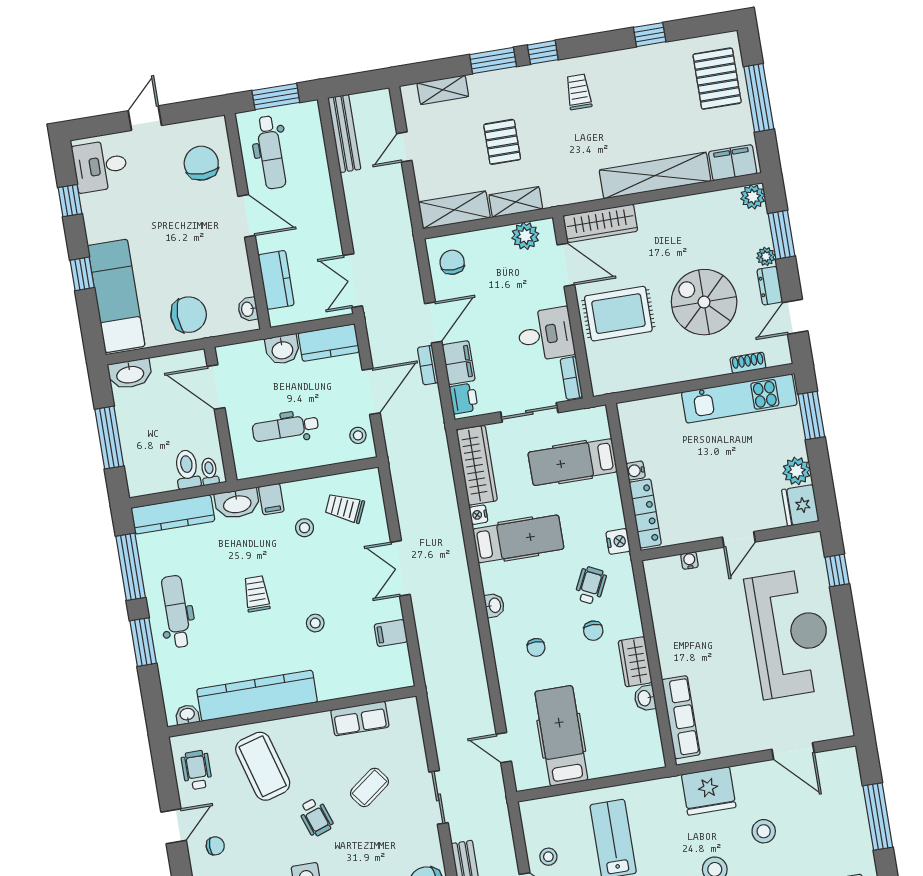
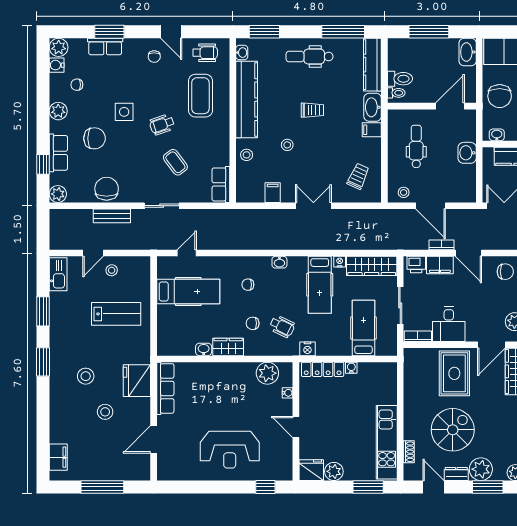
plant: (766, 256) -> (481, 469), width x1.87, depth x1.87
kitchen counter: (329, 343) -> (467, 184), removed
stool: (305, 528) -> (247, 155), moved
plant: (665, 596) -> (267, 373), added
dental chair: (176, 612) -> (309, 56), turned 180
reception desk: (790, 634) -> (230, 450), width x0.74, depth x0.77
window: (143, 642) -> (264, 32), moved
row of seats: (681, 717) -> (165, 388), moved, turned -90
row of seats: (360, 719) -> (221, 184), moved
coffee table: (263, 766) -> (200, 96), turned -74

